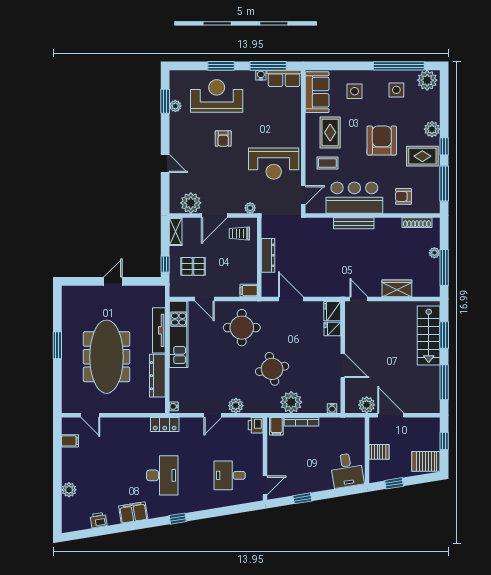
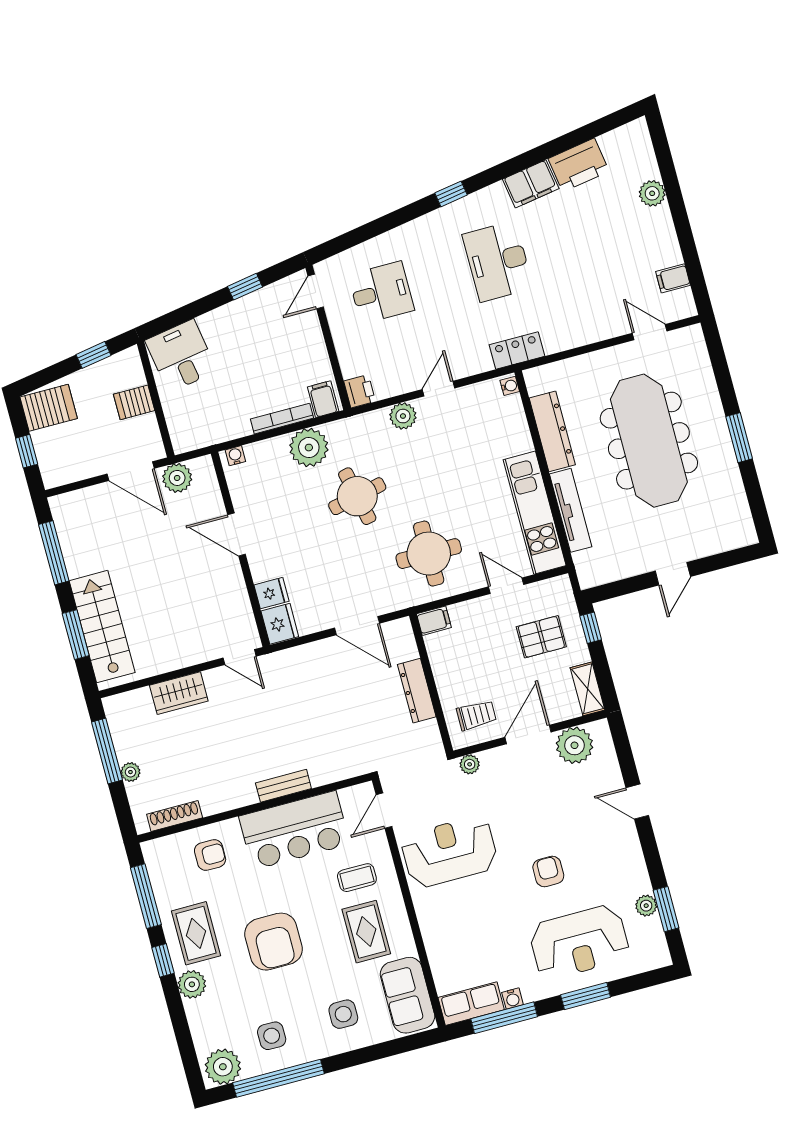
rug: (422, 156) -> (196, 933), turned 90
bench: (354, 223) -> (283, 786), width x0.73
printer: (99, 520) -> (579, 165), width x1.87, depth x1.48

